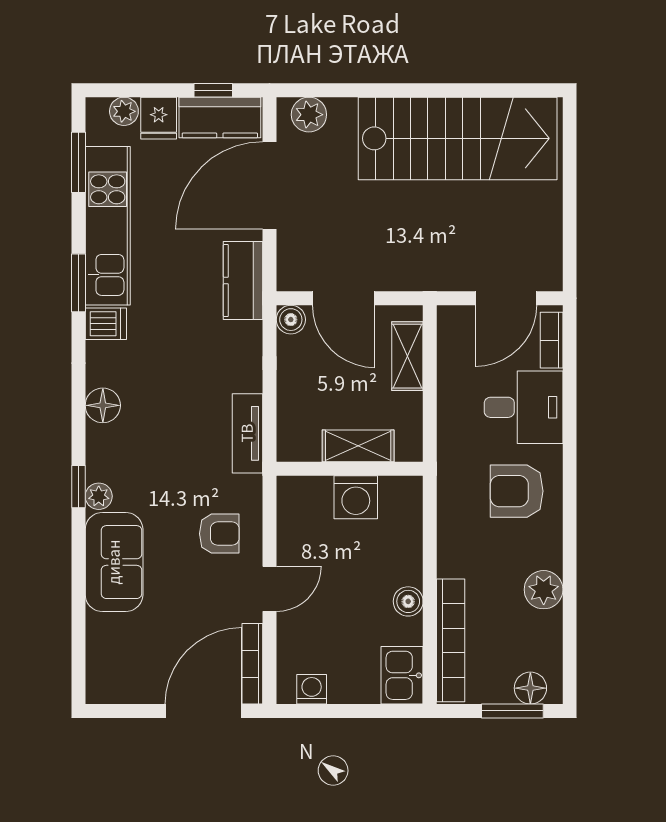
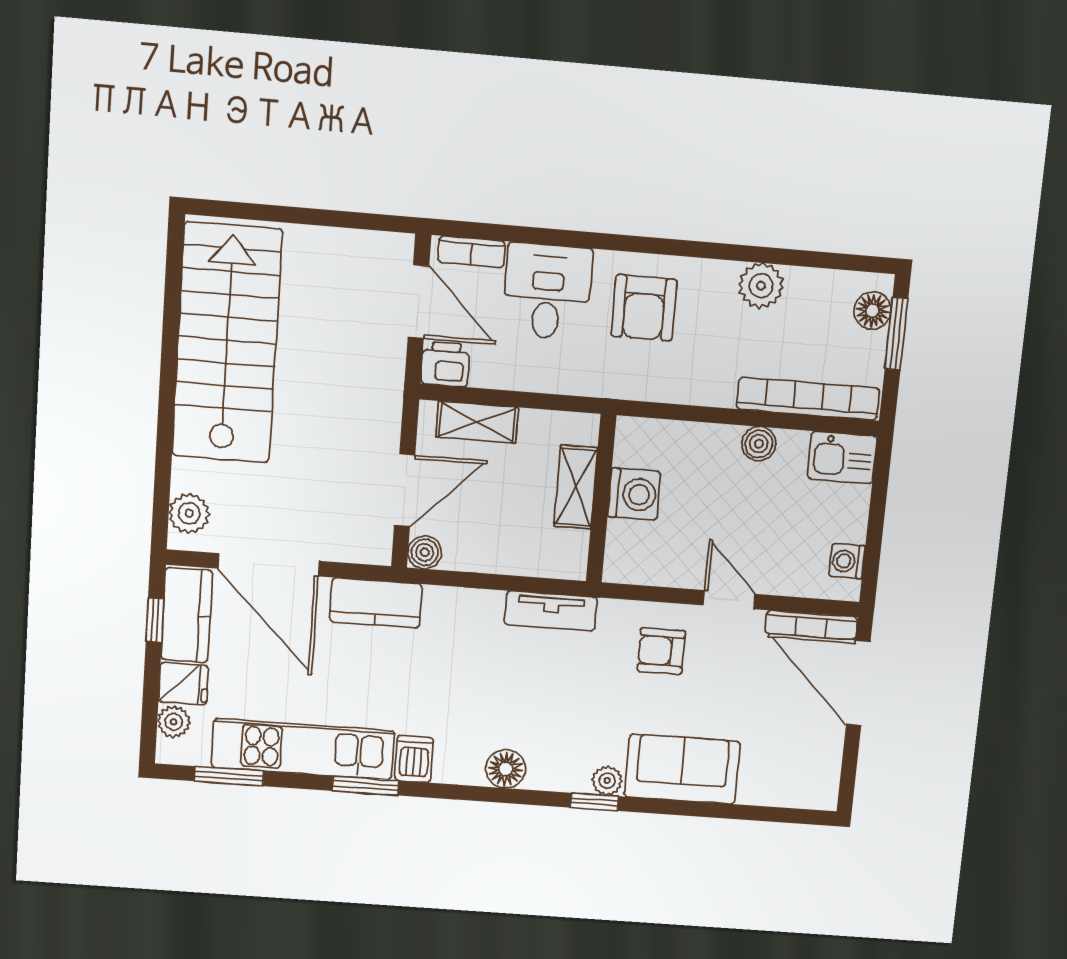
printer: (455, 325) -> (445, 364), added
armchair: (219, 534) -> (661, 651), turned -90

